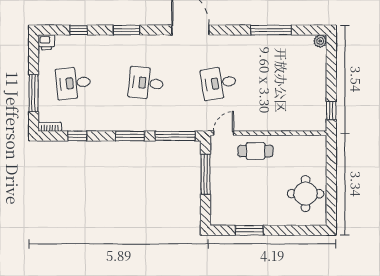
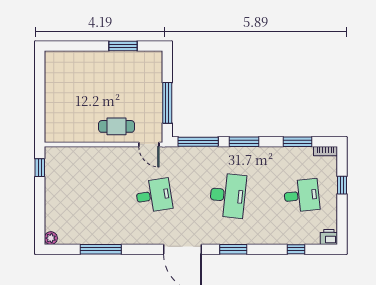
window: (126, 30) -> (233, 249), moved
desk: (146, 83) -> (228, 195), width x1.37
window: (34, 93) -> (342, 185), width x0.46
door: (224, 133) -> (149, 144), hinge flipped
window: (77, 136) -> (297, 142), width x1.50
round table: (306, 194) -> (66, 83), removed

